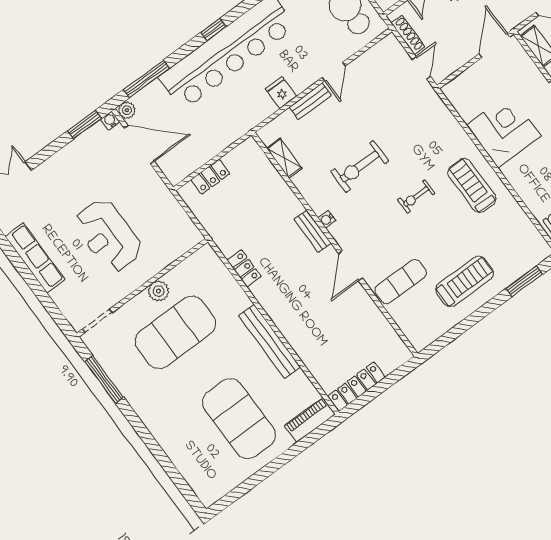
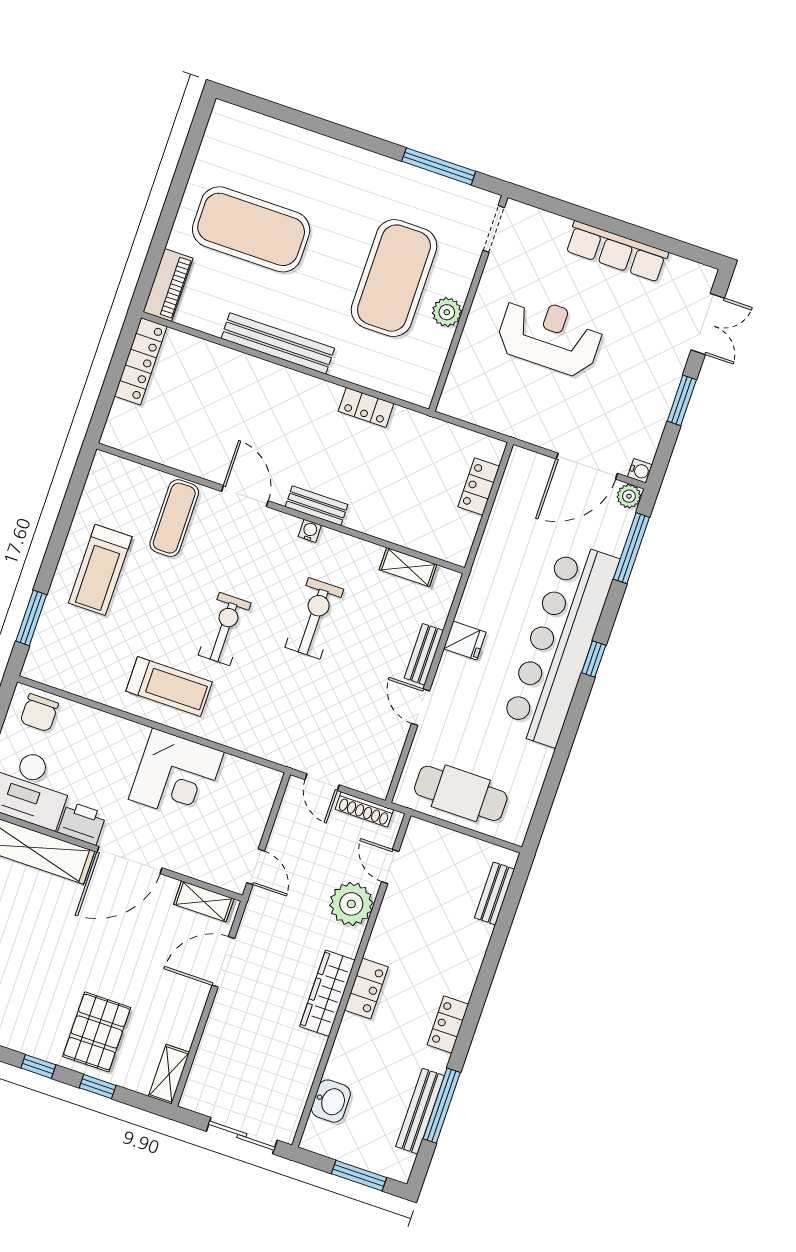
door: (494, 45) -> (256, 867), width x0.73
window: (84, 125) -> (682, 400), moved
exercise bike: (416, 197) -> (225, 629), width x1.38, depth x1.39

